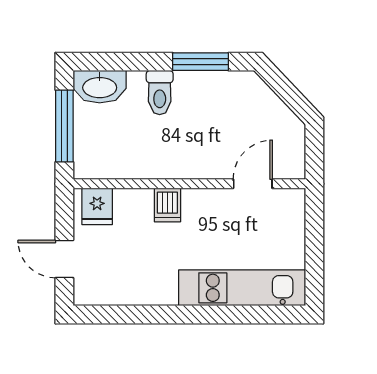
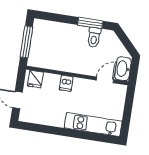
washbasin: (100, 87) -> (123, 69), moved, turned 90
toilet: (160, 93) -> (94, 37), moved

